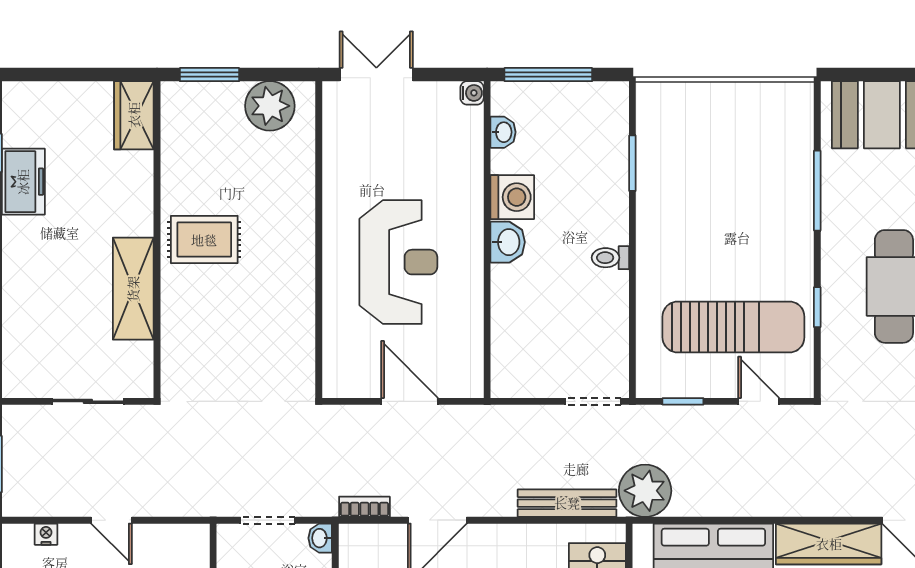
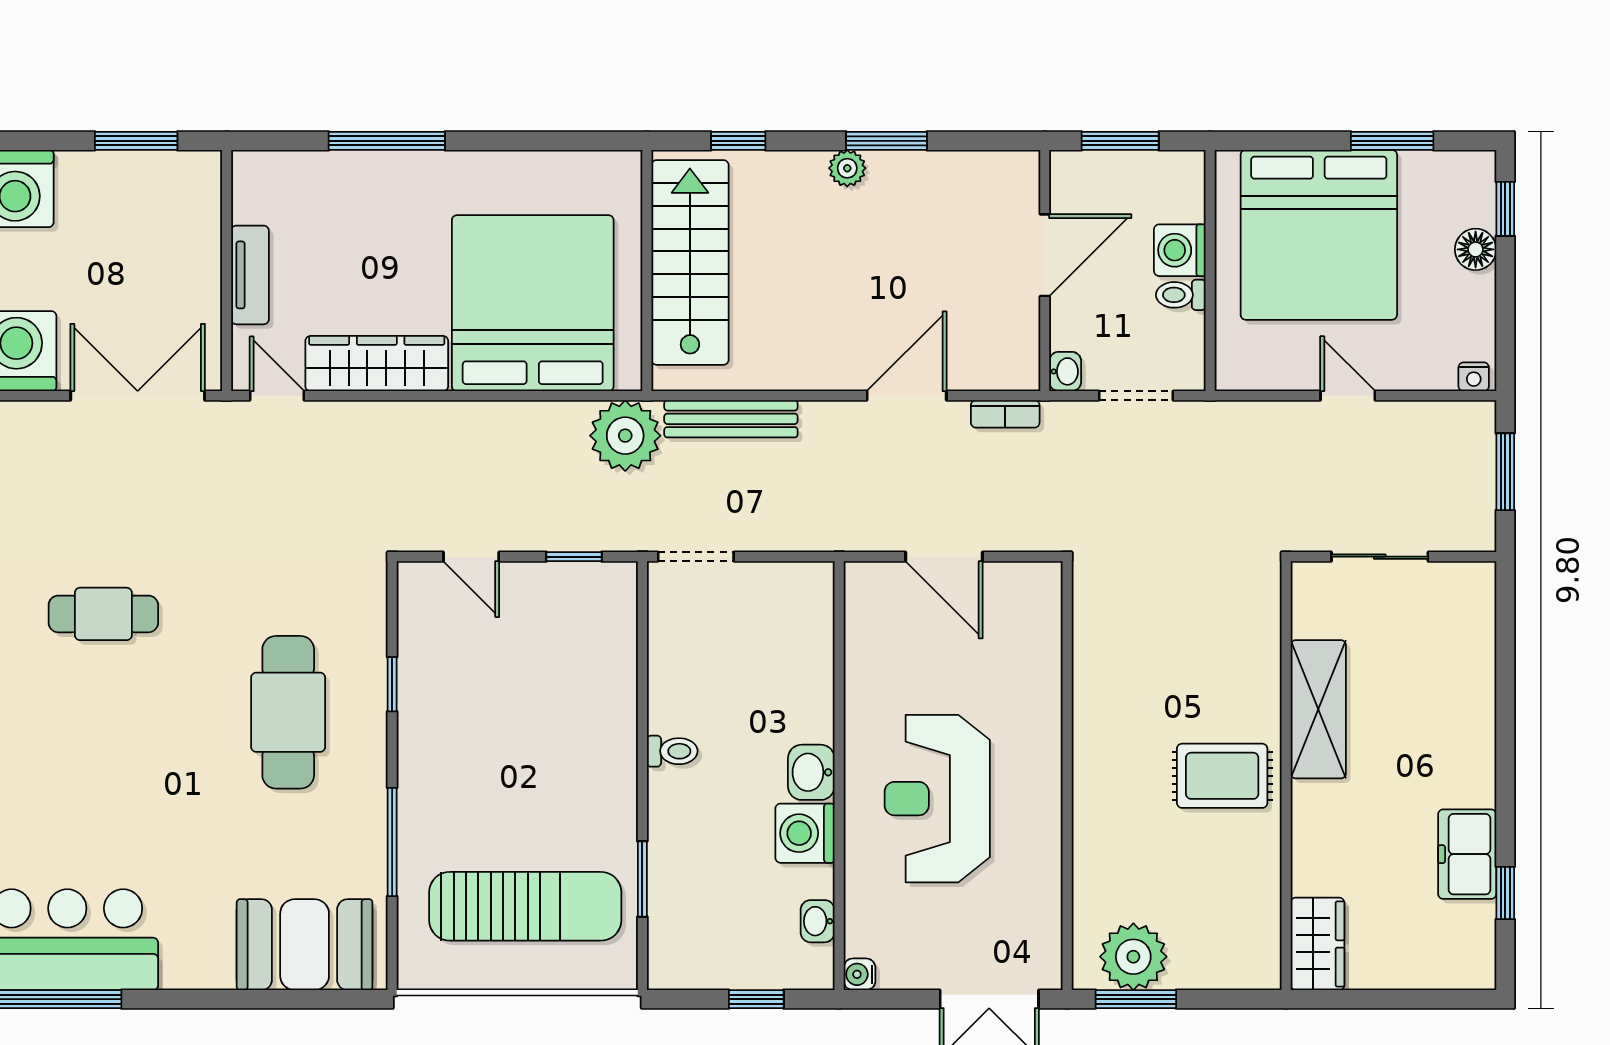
window: (209, 75) -> (1136, 999), moved
window: (548, 75) -> (756, 999), width x0.46
reception desk: (398, 262) -> (937, 799), moved
sun lounger: (733, 327) -> (525, 906), moved, turned 180
nightstand: (46, 534) -> (1474, 377), moved

